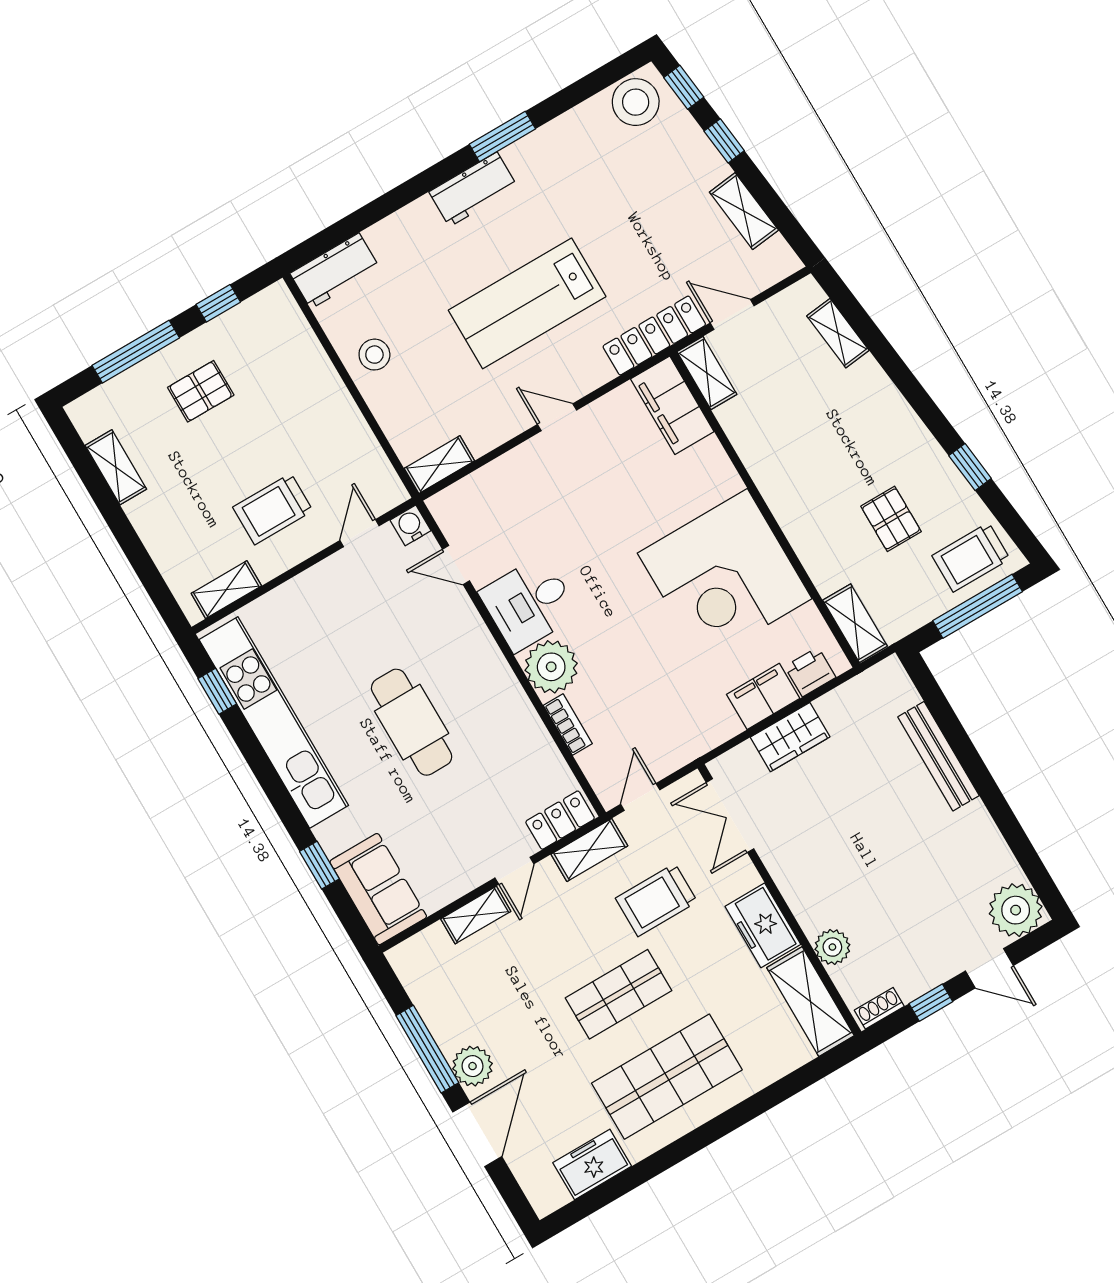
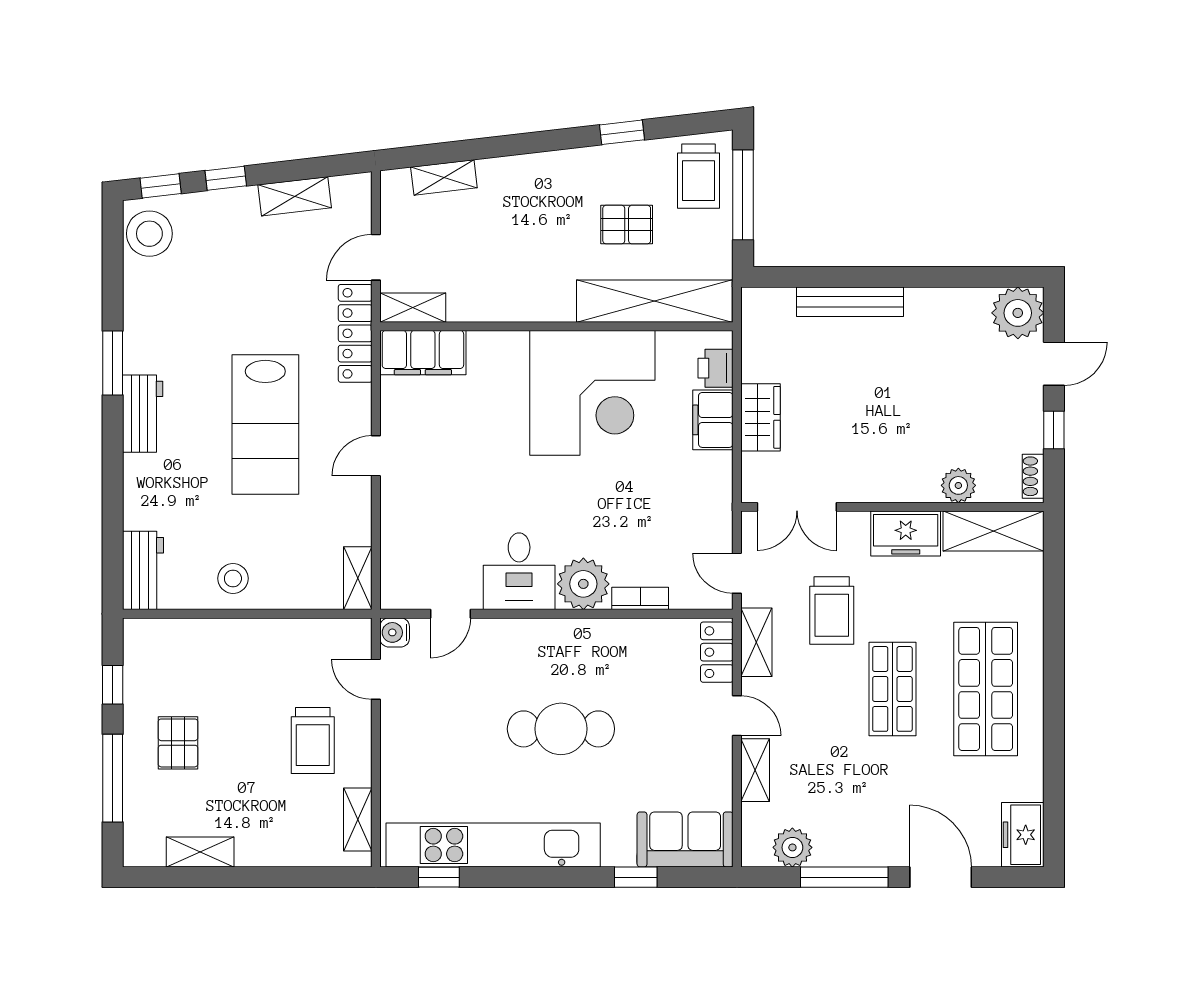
shelving: (855, 623) -> (654, 301), width x2.20, depth x1.33
plant: (473, 1066) -> (792, 847), moved
freezer: (592, 1164) -> (1023, 835), moved

